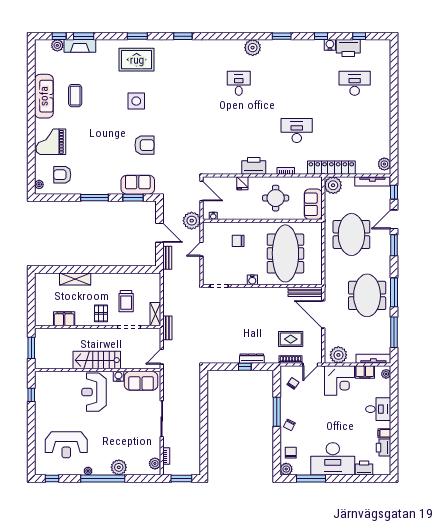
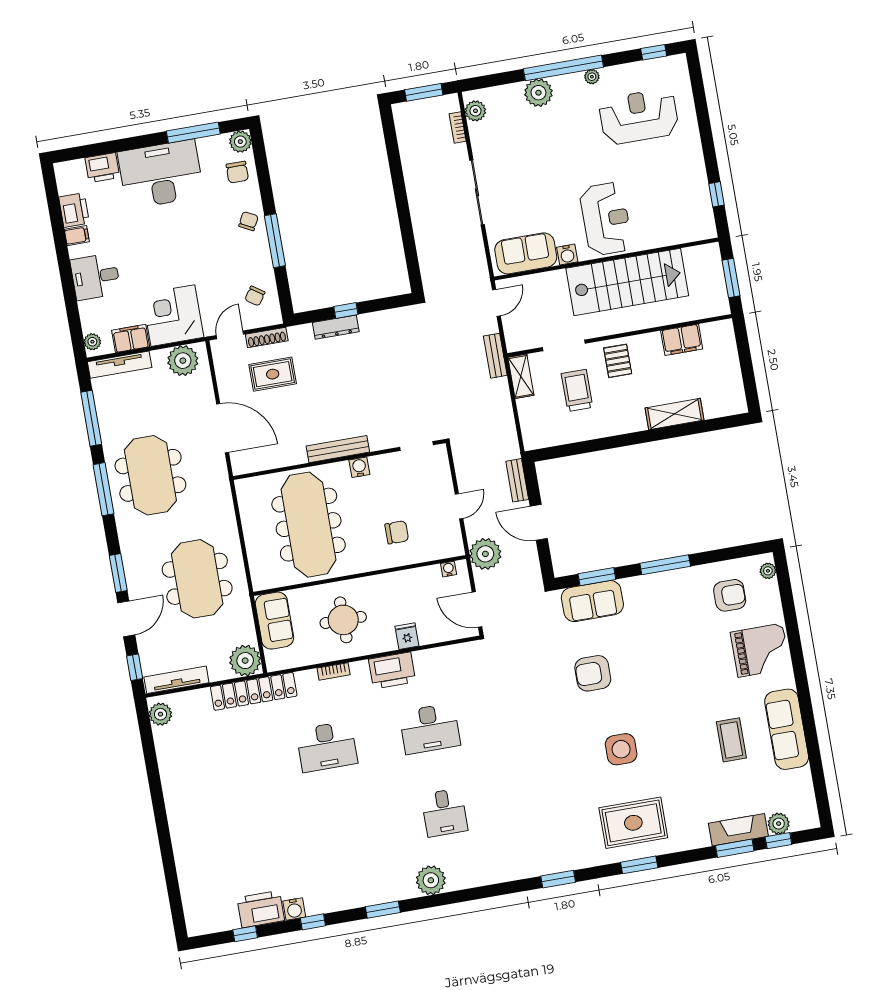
desk: (355, 83) -> (430, 729), moved
bench: (305, 292) -> (338, 449), moved
stairs: (97, 360) -> (627, 282), width x1.36, depth x1.51

